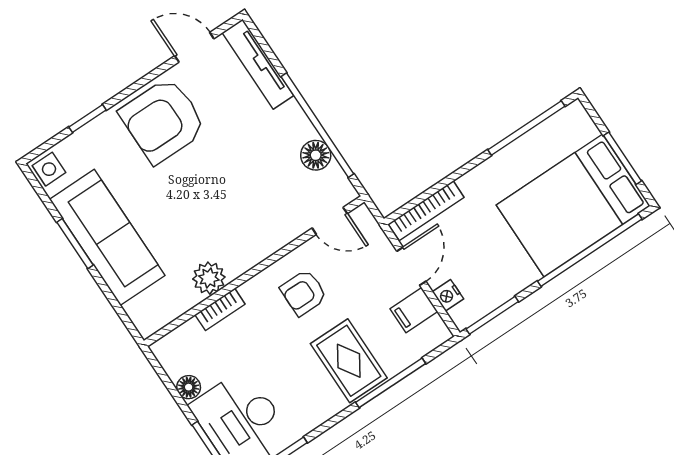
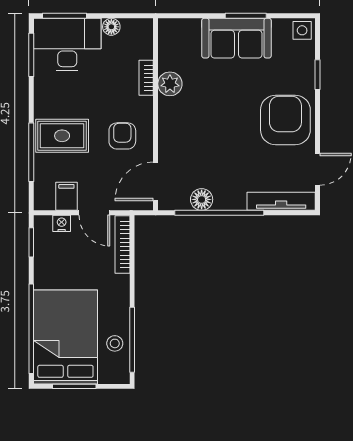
stool: (543, 145) -> (115, 343), added
door: (330, 221) -> (156, 181), width x1.38
sofa: (107, 237) -> (236, 38), width x0.73
window: (492, 315) -> (31, 242), width x0.67

